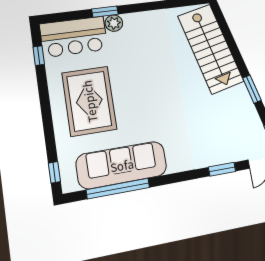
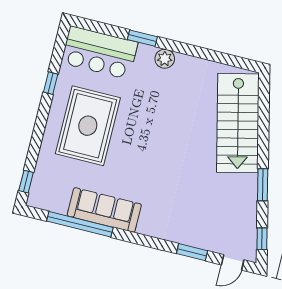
plant: (114, 23) -> (165, 59), moved
window: (39, 56) -> (51, 83), moved
sofa: (122, 165) -> (104, 210), width x0.74, depth x0.79

